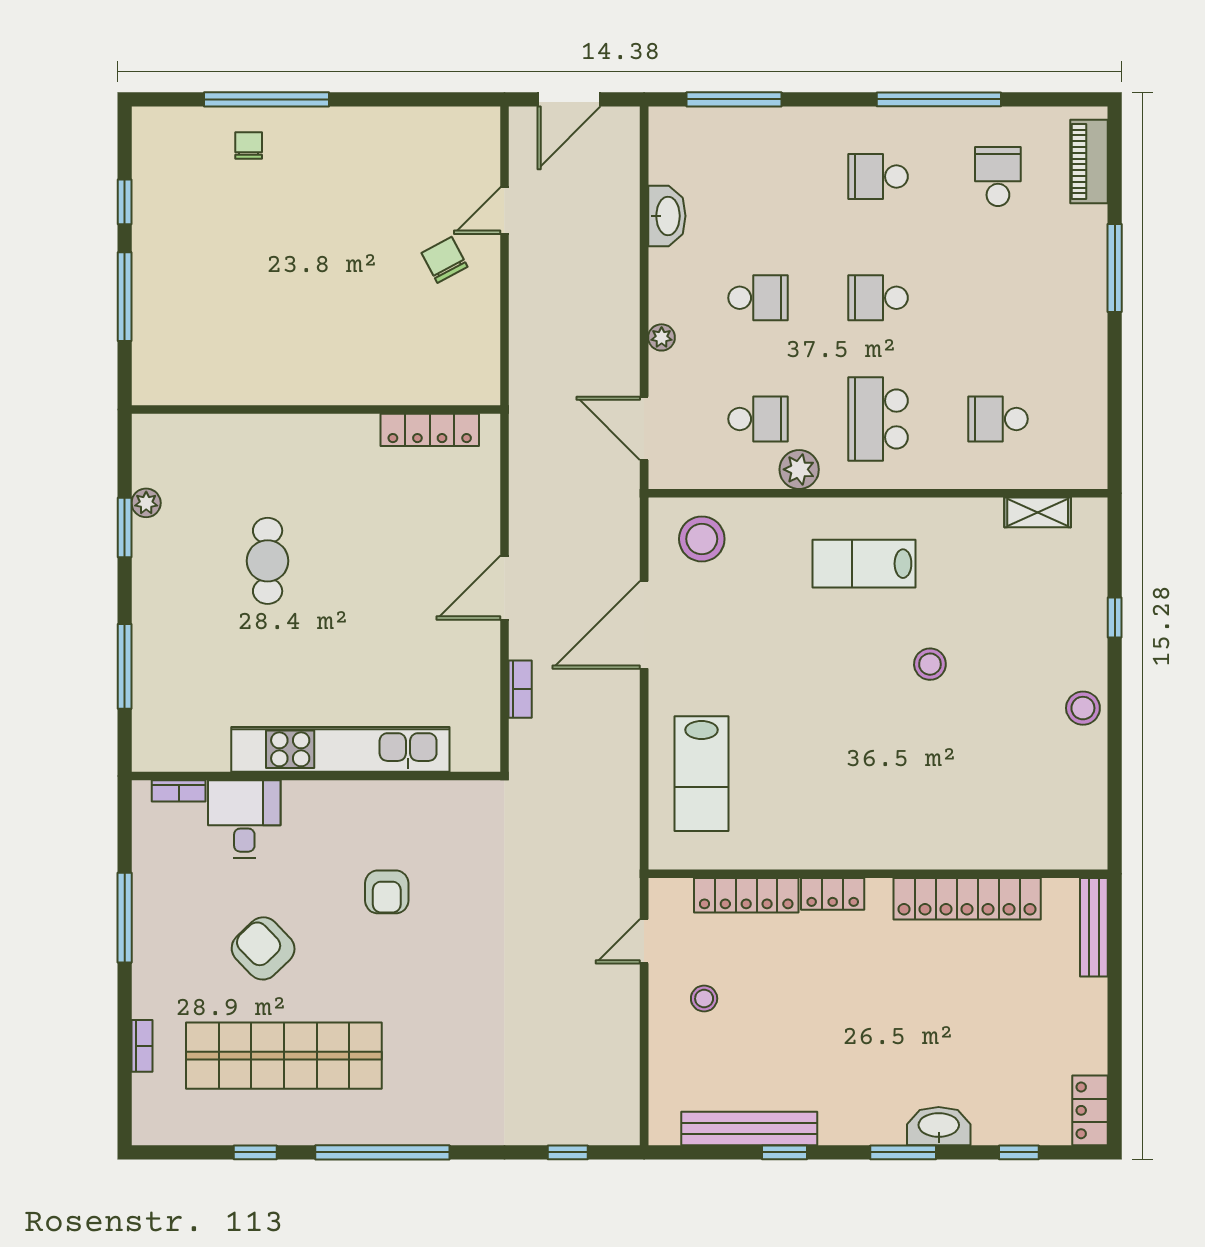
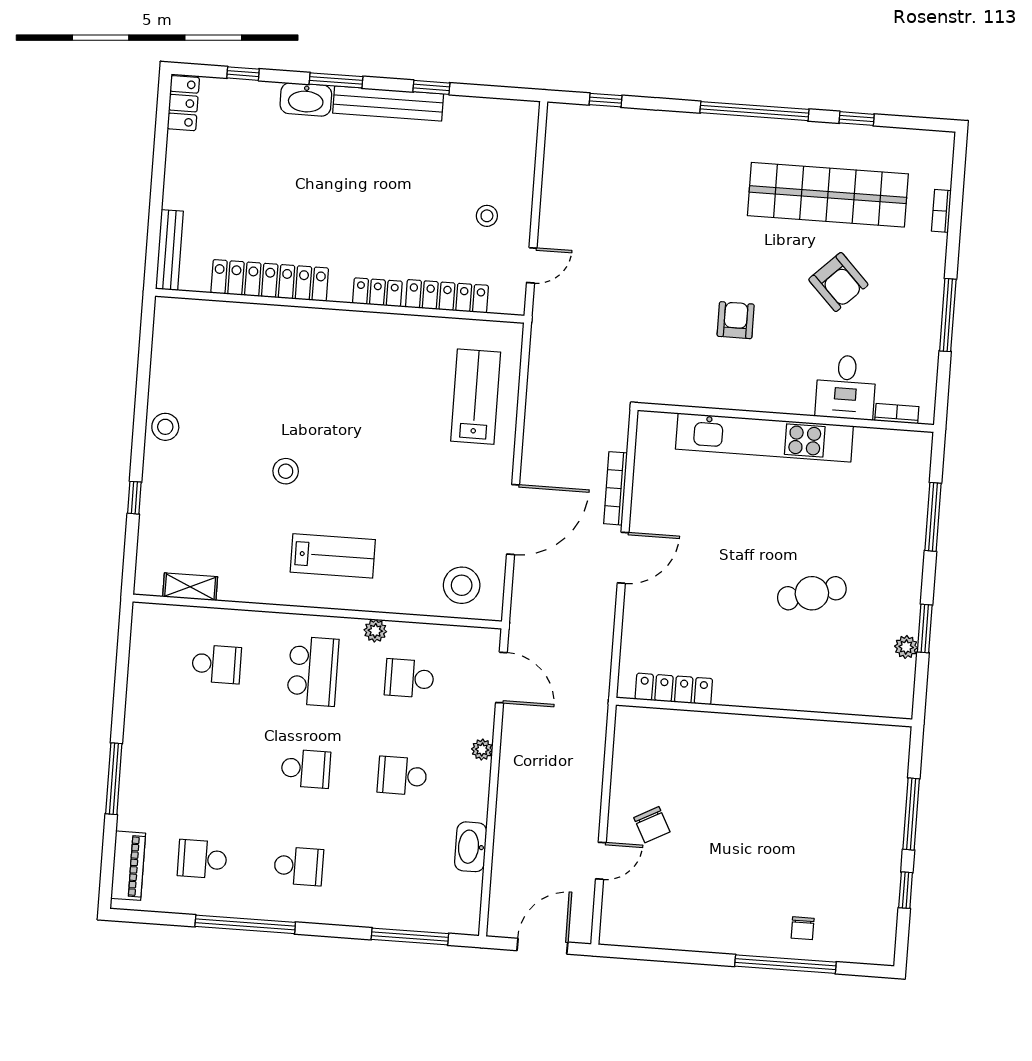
school desk: (998, 177) -> (202, 859), turned 90
plant: (799, 469) -> (375, 631), width x0.73, depth x0.73
cafe table: (268, 561) -> (812, 593), turned 74
bookcase: (520, 689) -> (615, 488), width x1.56
bench: (749, 1129) -> (388, 103), moved

